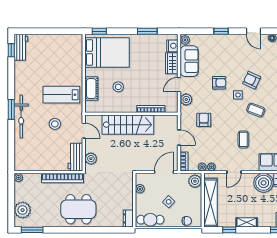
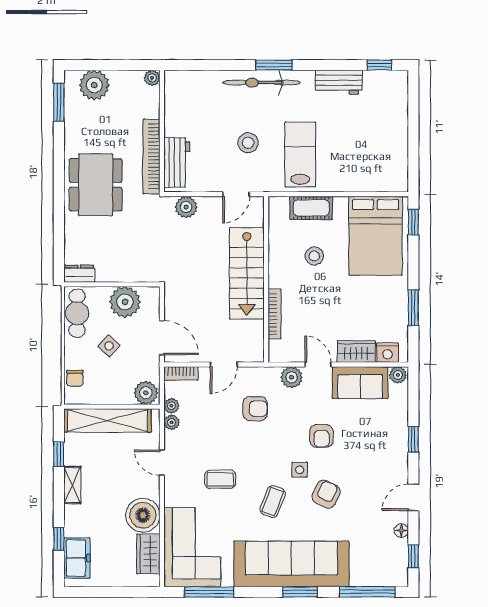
workbench: (21, 47) -> (339, 82), moved
workbench: (75, 157) -> (177, 163), moved, turned 90
plant: (140, 189) -> (125, 302), width x1.88, depth x1.88

